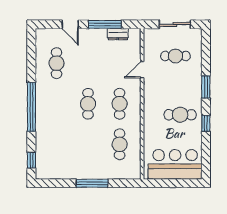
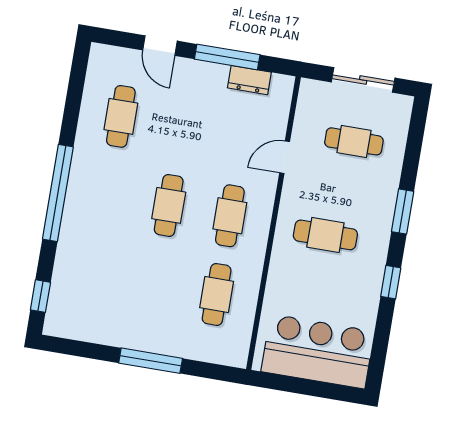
cafe table: (180, 115) -> (325, 235), moved

